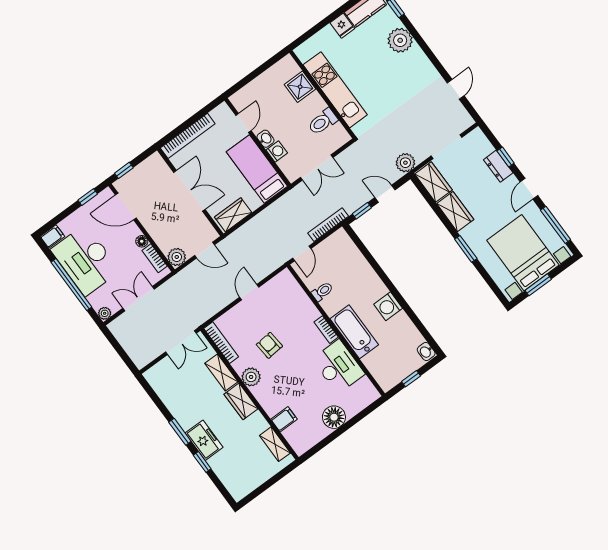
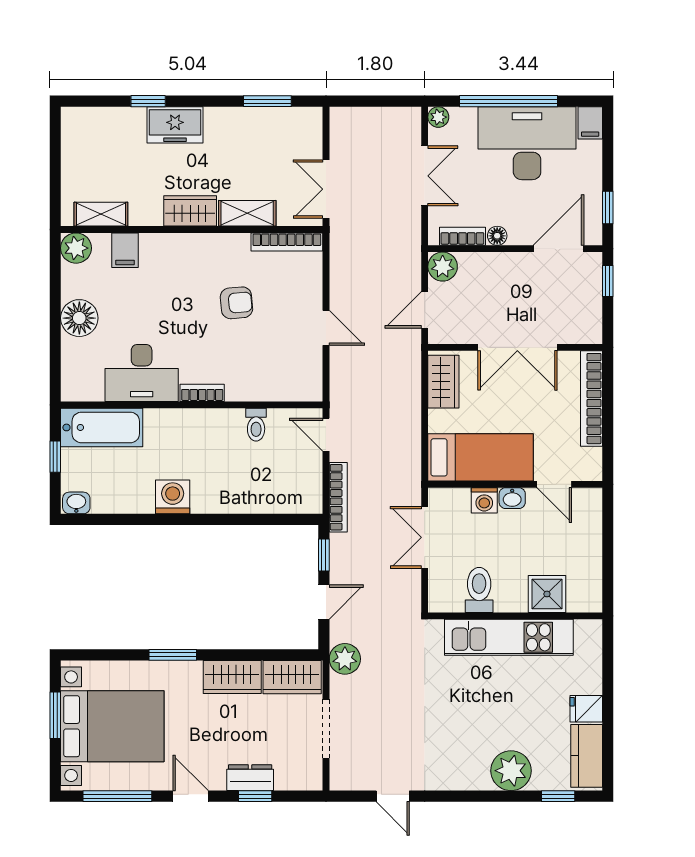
bathtub: (354, 332) -> (102, 427), moved
plant: (251, 377) -> (76, 248), moved
window: (180, 432) -> (267, 101), moved

